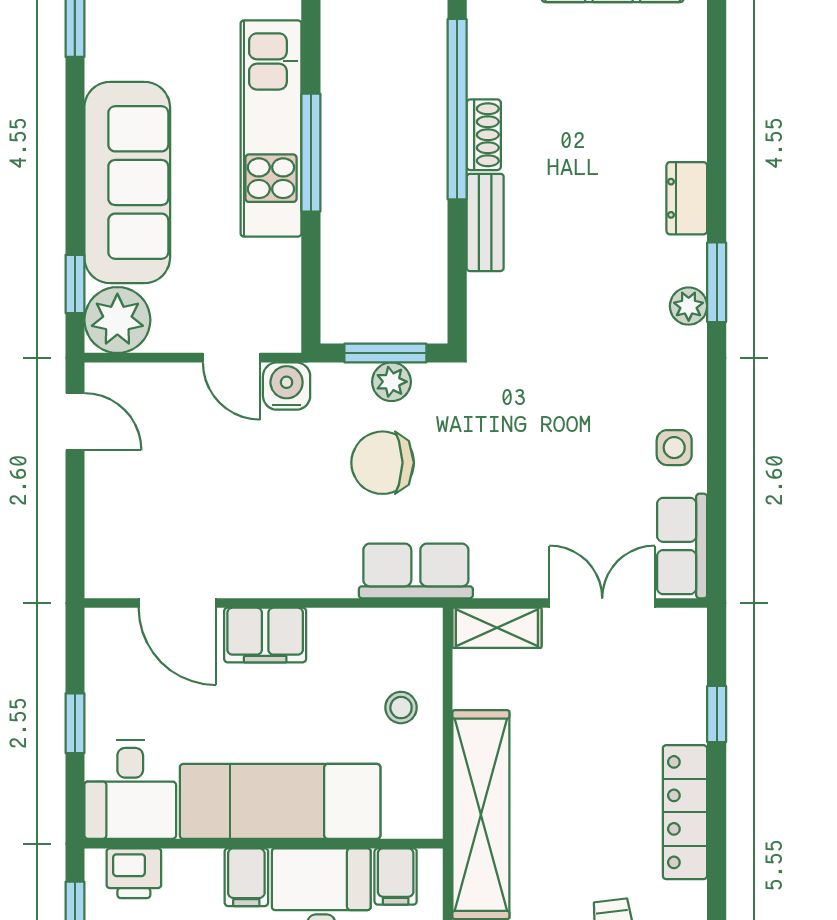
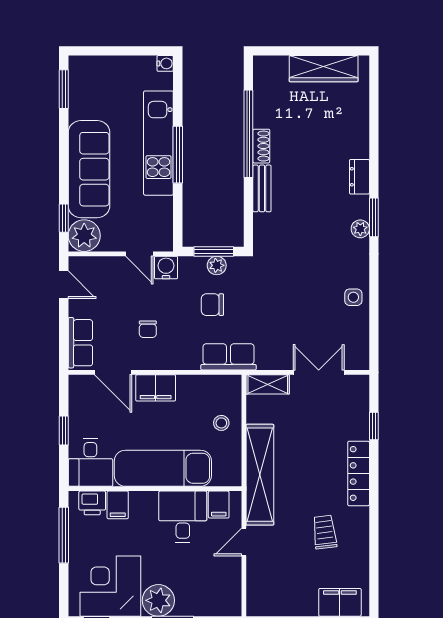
chair: (383, 463) -> (212, 305), width x0.73, depth x0.73
chair: (249, 514) -> (148, 329), added
row of seats: (682, 546) -> (80, 343), moved, turned 180
filing cabinet: (246, 877) -> (118, 505), moved

